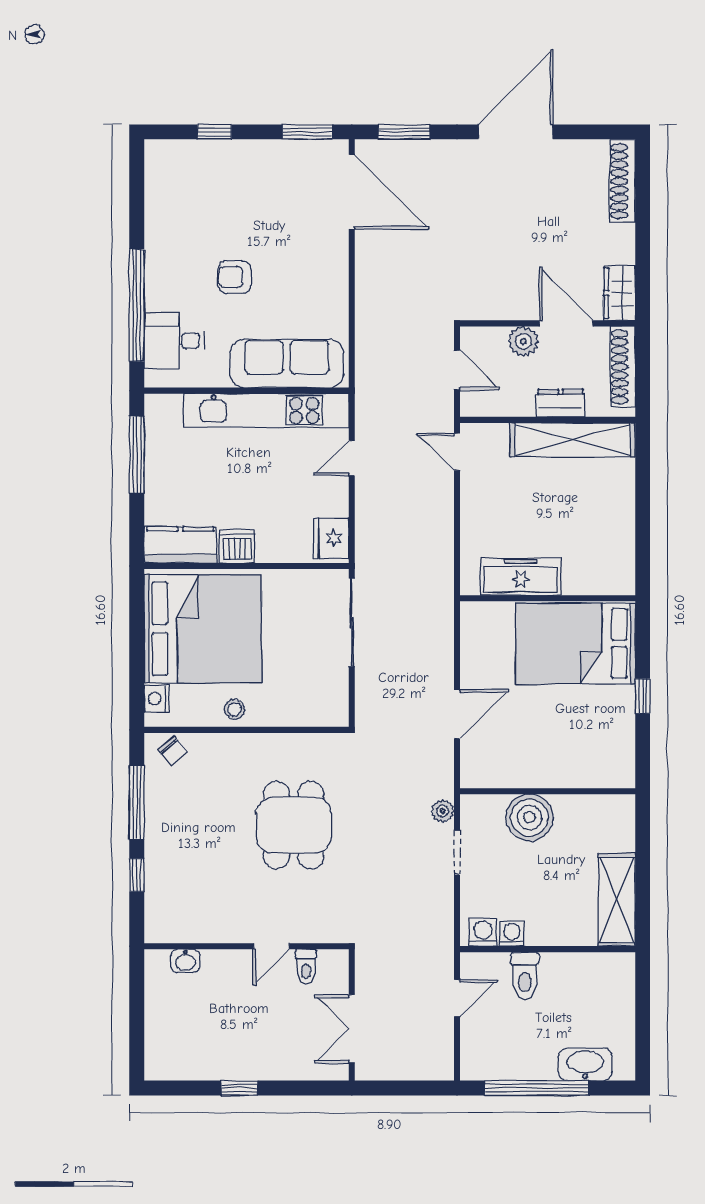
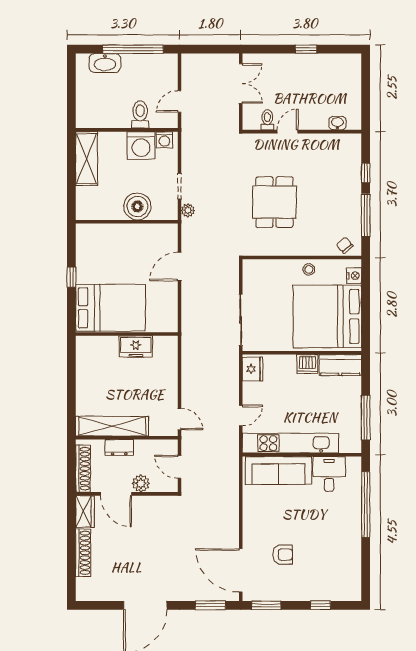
shoe rack: (623, 181) -> (83, 553), moved
armchair: (235, 277) -> (283, 555), moved
desk: (174, 341) -> (329, 474), moved, turned -90
freezer: (521, 577) -> (136, 347), width x0.71
washing machine: (512, 934) -> (141, 145), width x1.89, depth x1.89

